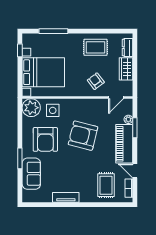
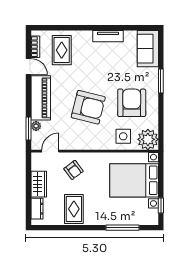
rug: (95, 47) -> (74, 209), turned 90
window: (135, 128) -> (29, 128), moved
sofa: (31, 174) -> (148, 49), moved

